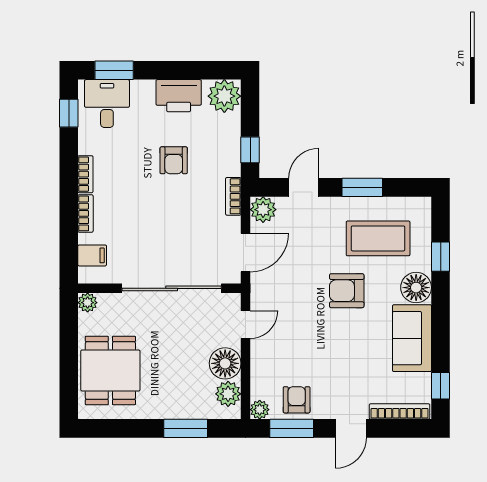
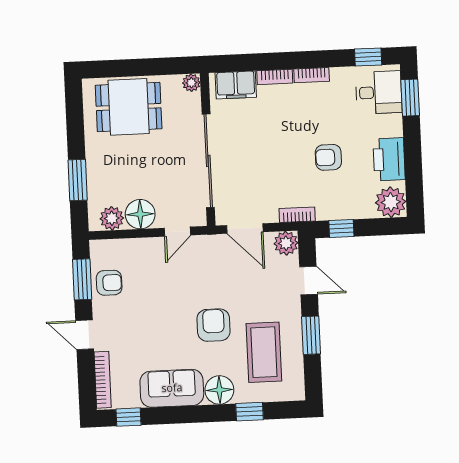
filing cabinet: (92, 255) -> (236, 85), width x2.00
door: (245, 325) -> (177, 232), hinge flipped
plant: (260, 410) -> (98, 249), removed

